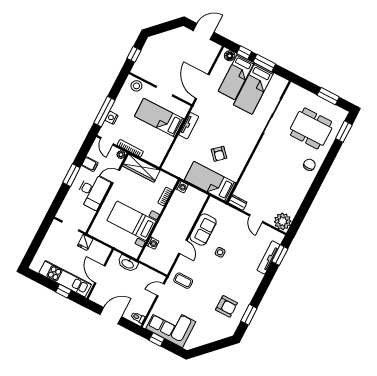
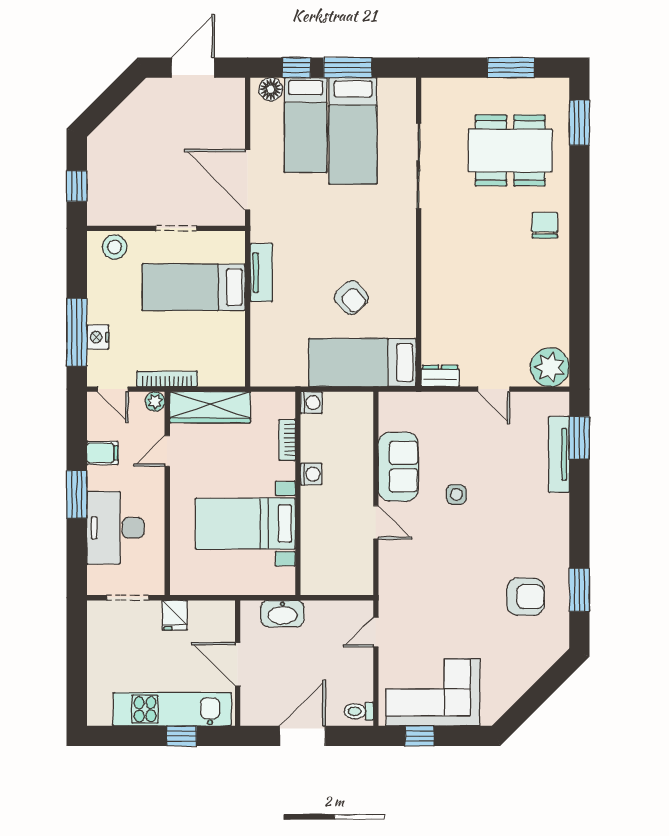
desk: (93, 191) -> (115, 528), moved, turned 180
washing machine: (153, 243) -> (311, 474), moved
coffee table: (183, 281) -> (412, 590), removed

